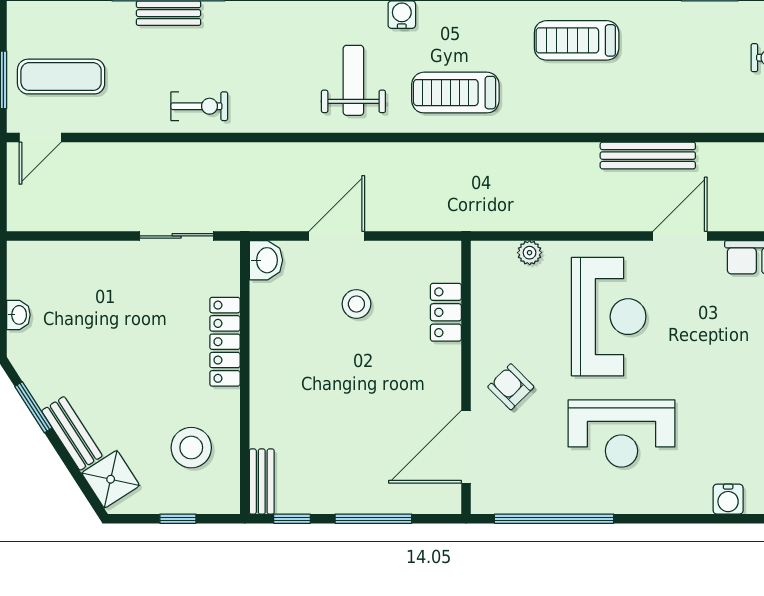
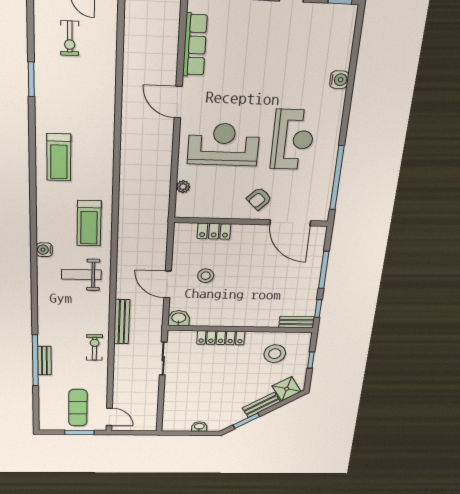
bench: (648, 156) -> (122, 322), moved

